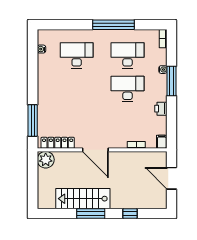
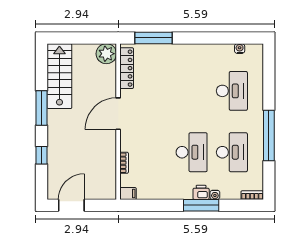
printer: (161, 109) -> (201, 192), moved
door: (171, 178) -> (71, 205), moved
stairs: (83, 199) -> (59, 76), moved

